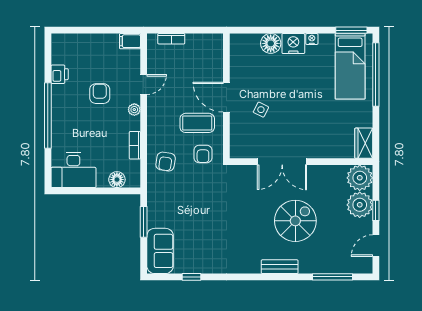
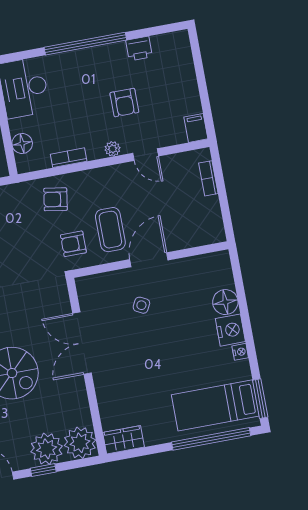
armchair: (100, 94) -> (124, 103), turned 90

